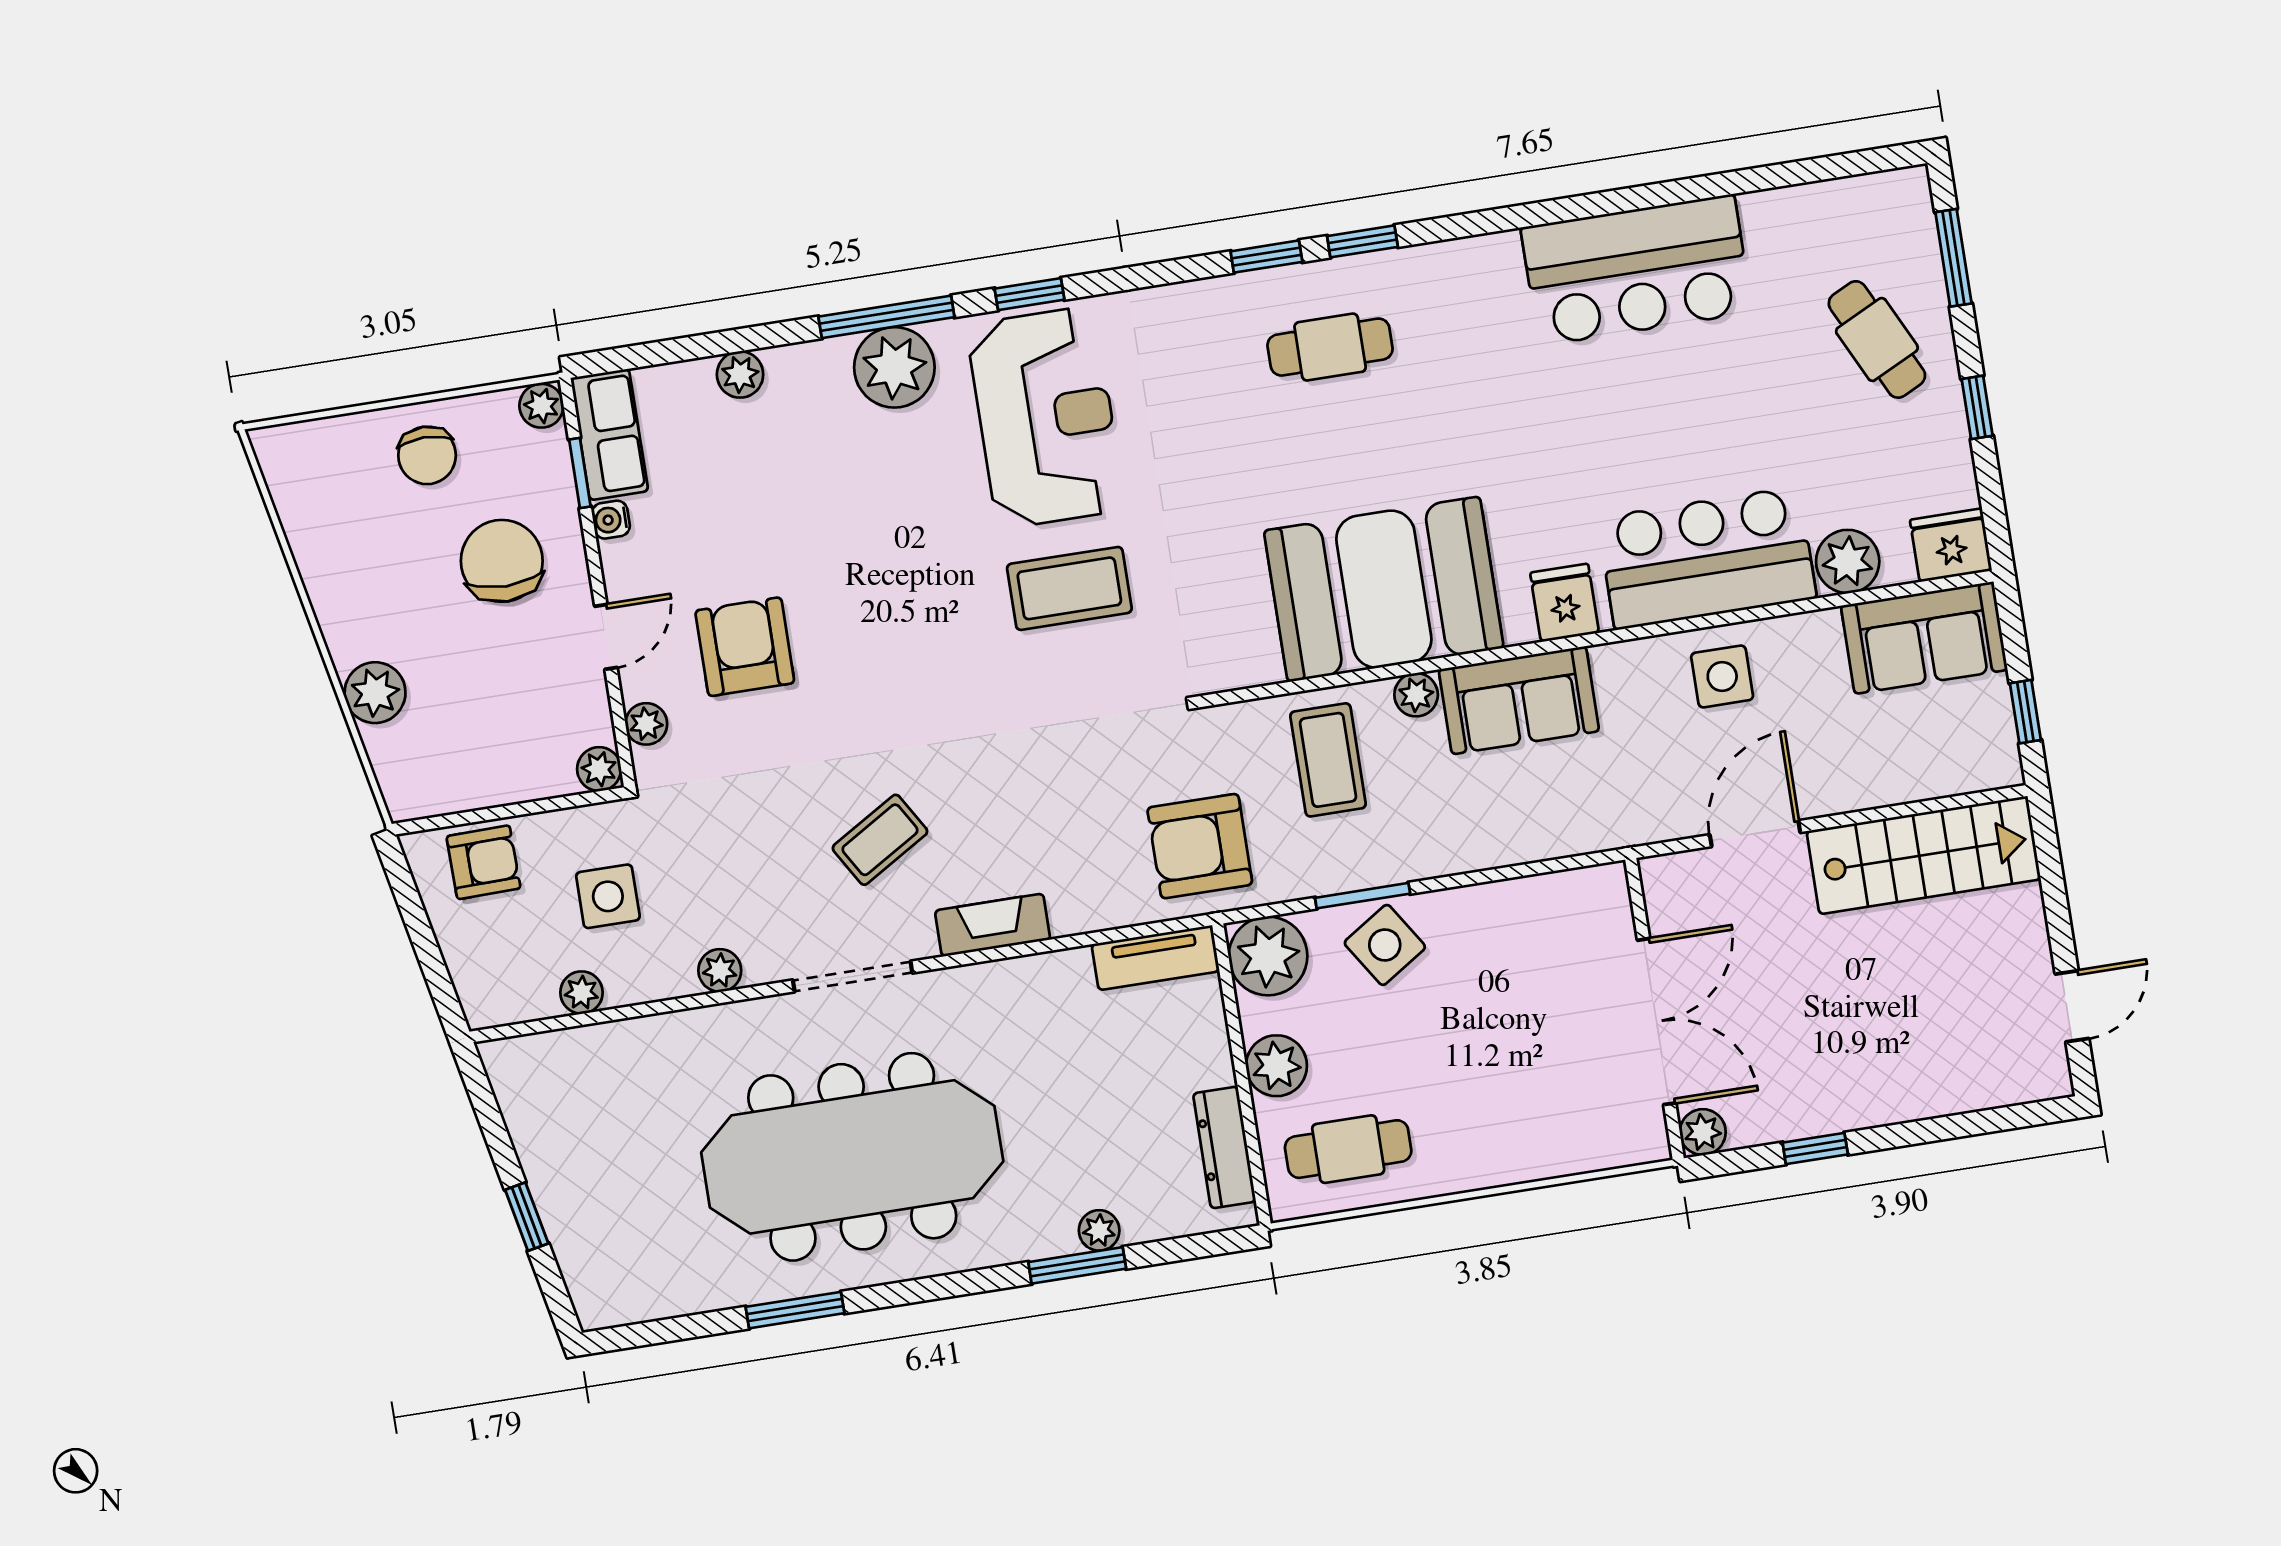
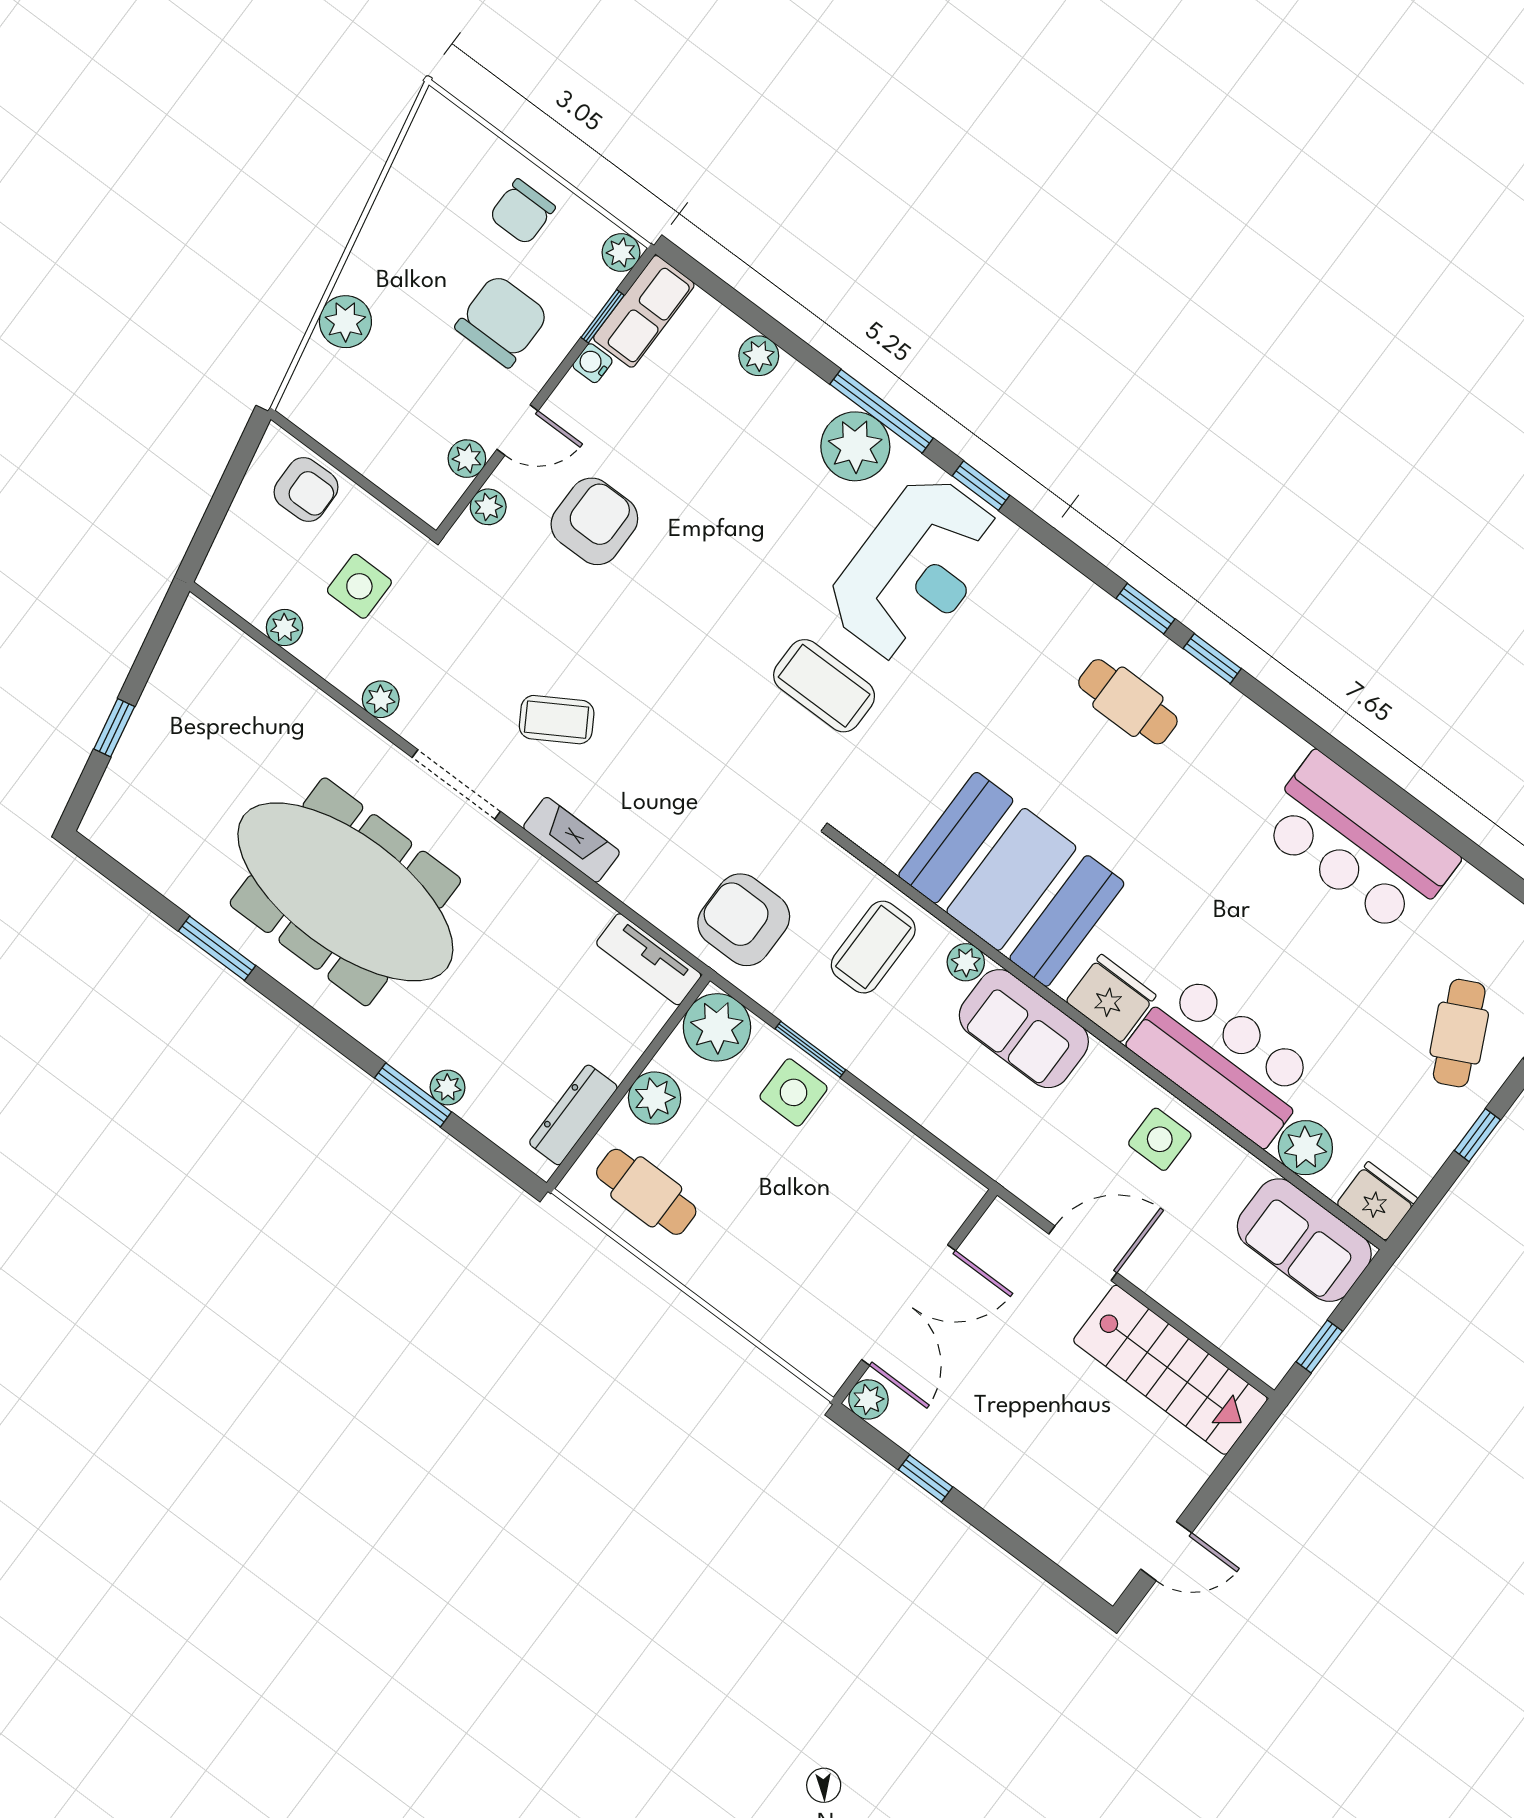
fridge: (1565, 603) -> (1111, 998), width x1.38
plant: (599, 769) -> (467, 459), moved
side table: (1385, 945) -> (794, 1092), turned 33

